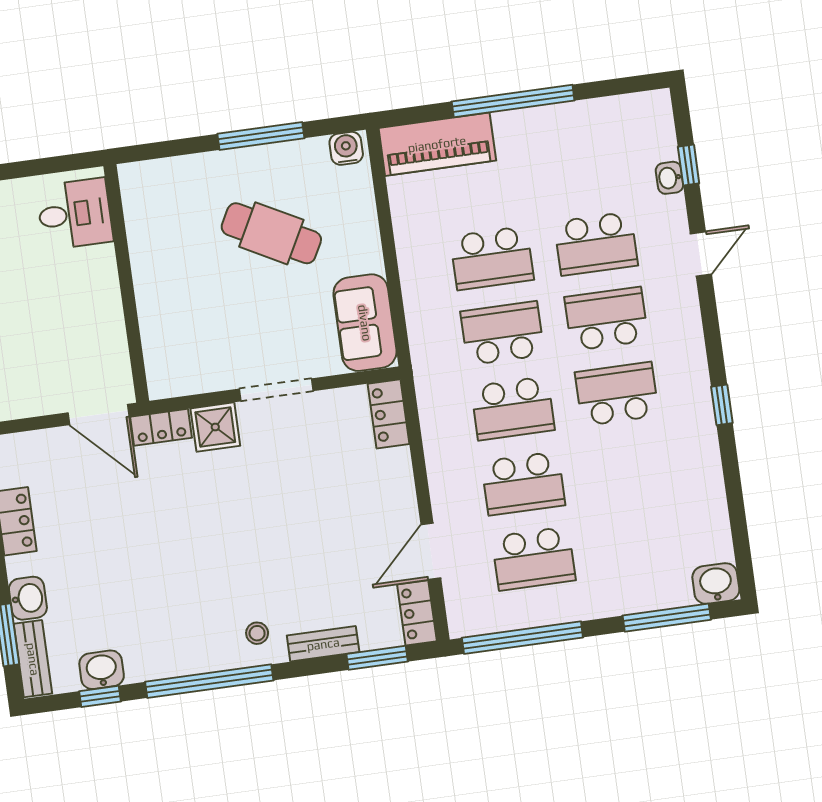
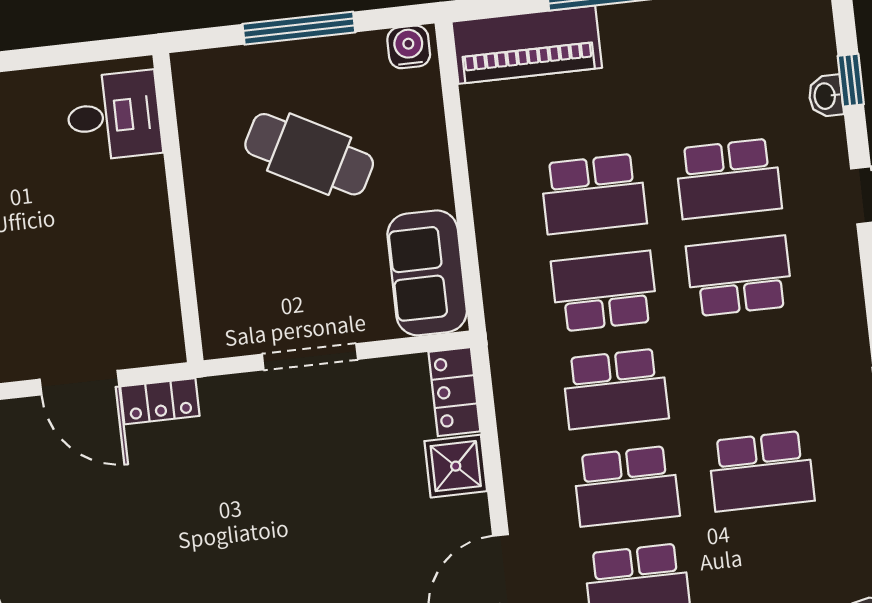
desk: (75, 214) -> (114, 116), moved
wall: (126, 283) -> (178, 208), moved
school desk: (617, 394) -> (761, 471), moved, turned 180
shower: (215, 427) -> (456, 466), moved

